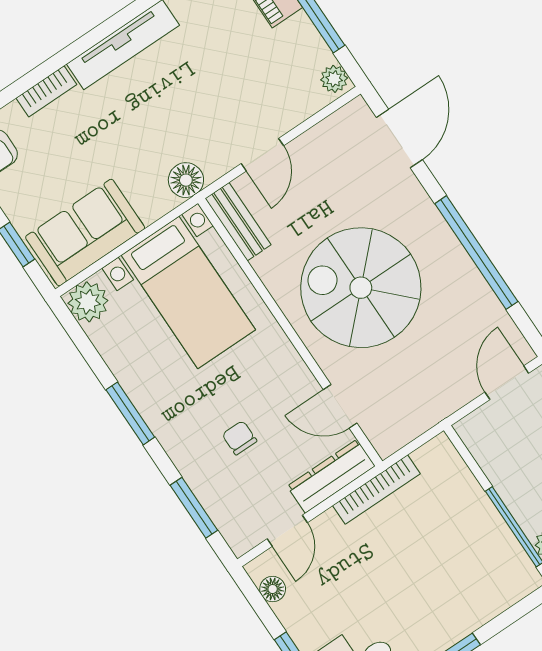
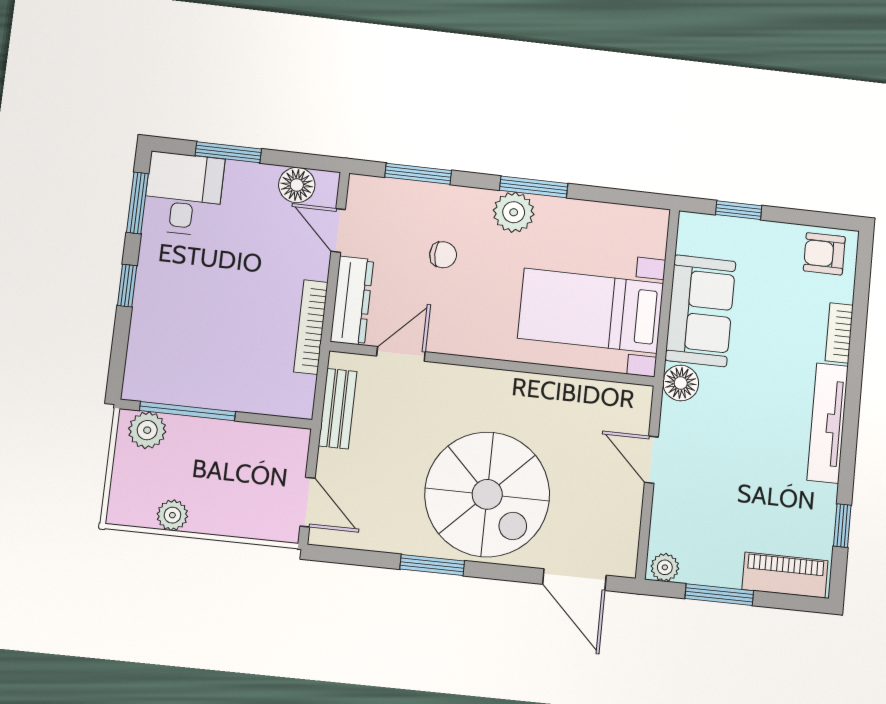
bench: (238, 222) -> (338, 409), moved, turned 90
sofa: (85, 233) -> (700, 311), moved
window: (476, 253) -> (432, 565), width x0.47
spiral stairs: (361, 288) -> (487, 494), moved, turned 90
plant: (88, 302) -> (514, 212), moved
floor lamp: (273, 589) -> (297, 185), width x1.37, depth x1.37

